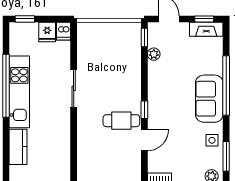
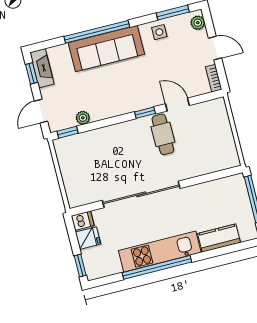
sliding door: (74, 88) -> (141, 194), width x1.86
sofa: (209, 99) -> (106, 49), width x1.36

